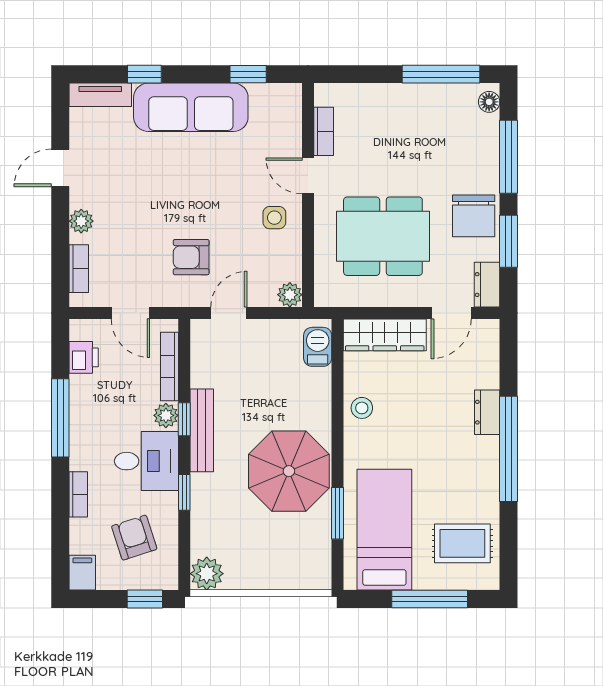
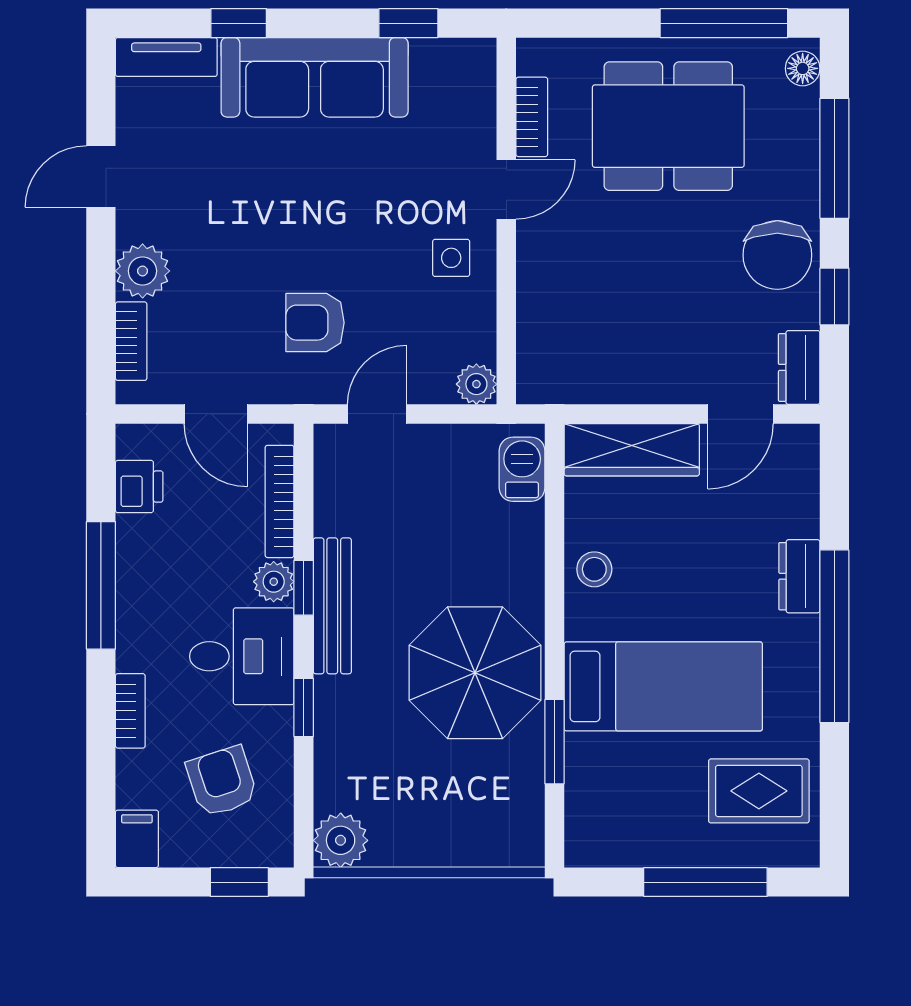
door: (308, 176) -> (506, 190), swing flipped
plant: (81, 221) -> (143, 271), width x1.38, depth x1.38
dining table: (383, 236) -> (668, 126), moved
window: (509, 241) -> (834, 296), width x0.67
bed: (384, 530) -> (663, 686), moved, turned 90

